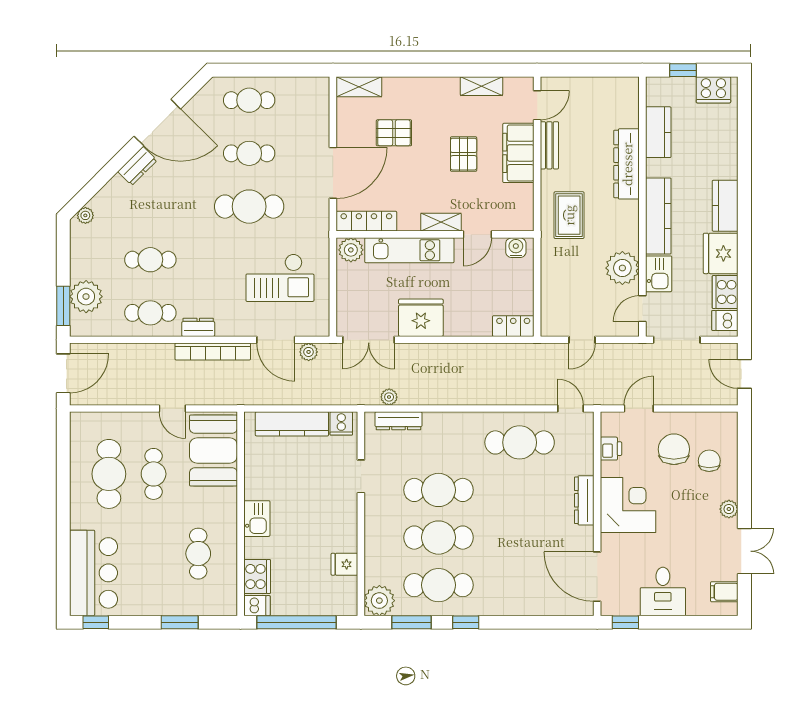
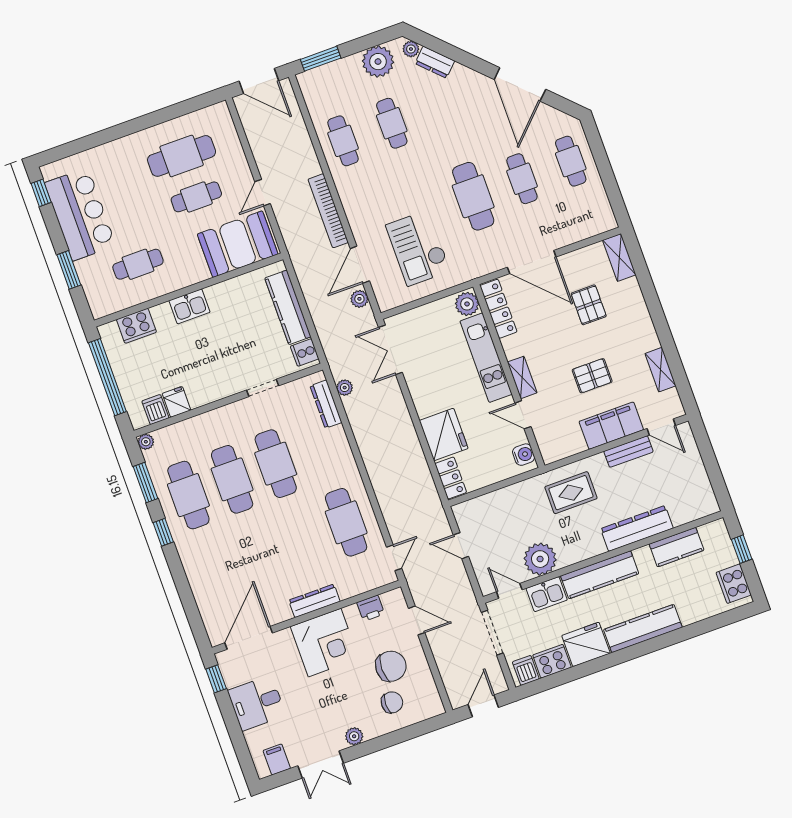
dresser: (137, 166) -> (435, 62), moved
kitchen counter: (725, 206) -> (643, 628), width x1.50
plant: (86, 297) -> (378, 62), moved
fridge: (421, 318) -> (444, 434), moved
dresser: (198, 327) -> (346, 189), removed
bar counter: (94, 573) -> (80, 214), moved, turned -90
plant: (379, 601) -> (146, 442), width x0.53, depth x0.53
dishwasher: (257, 606) -> (155, 410), moved, turned 180

